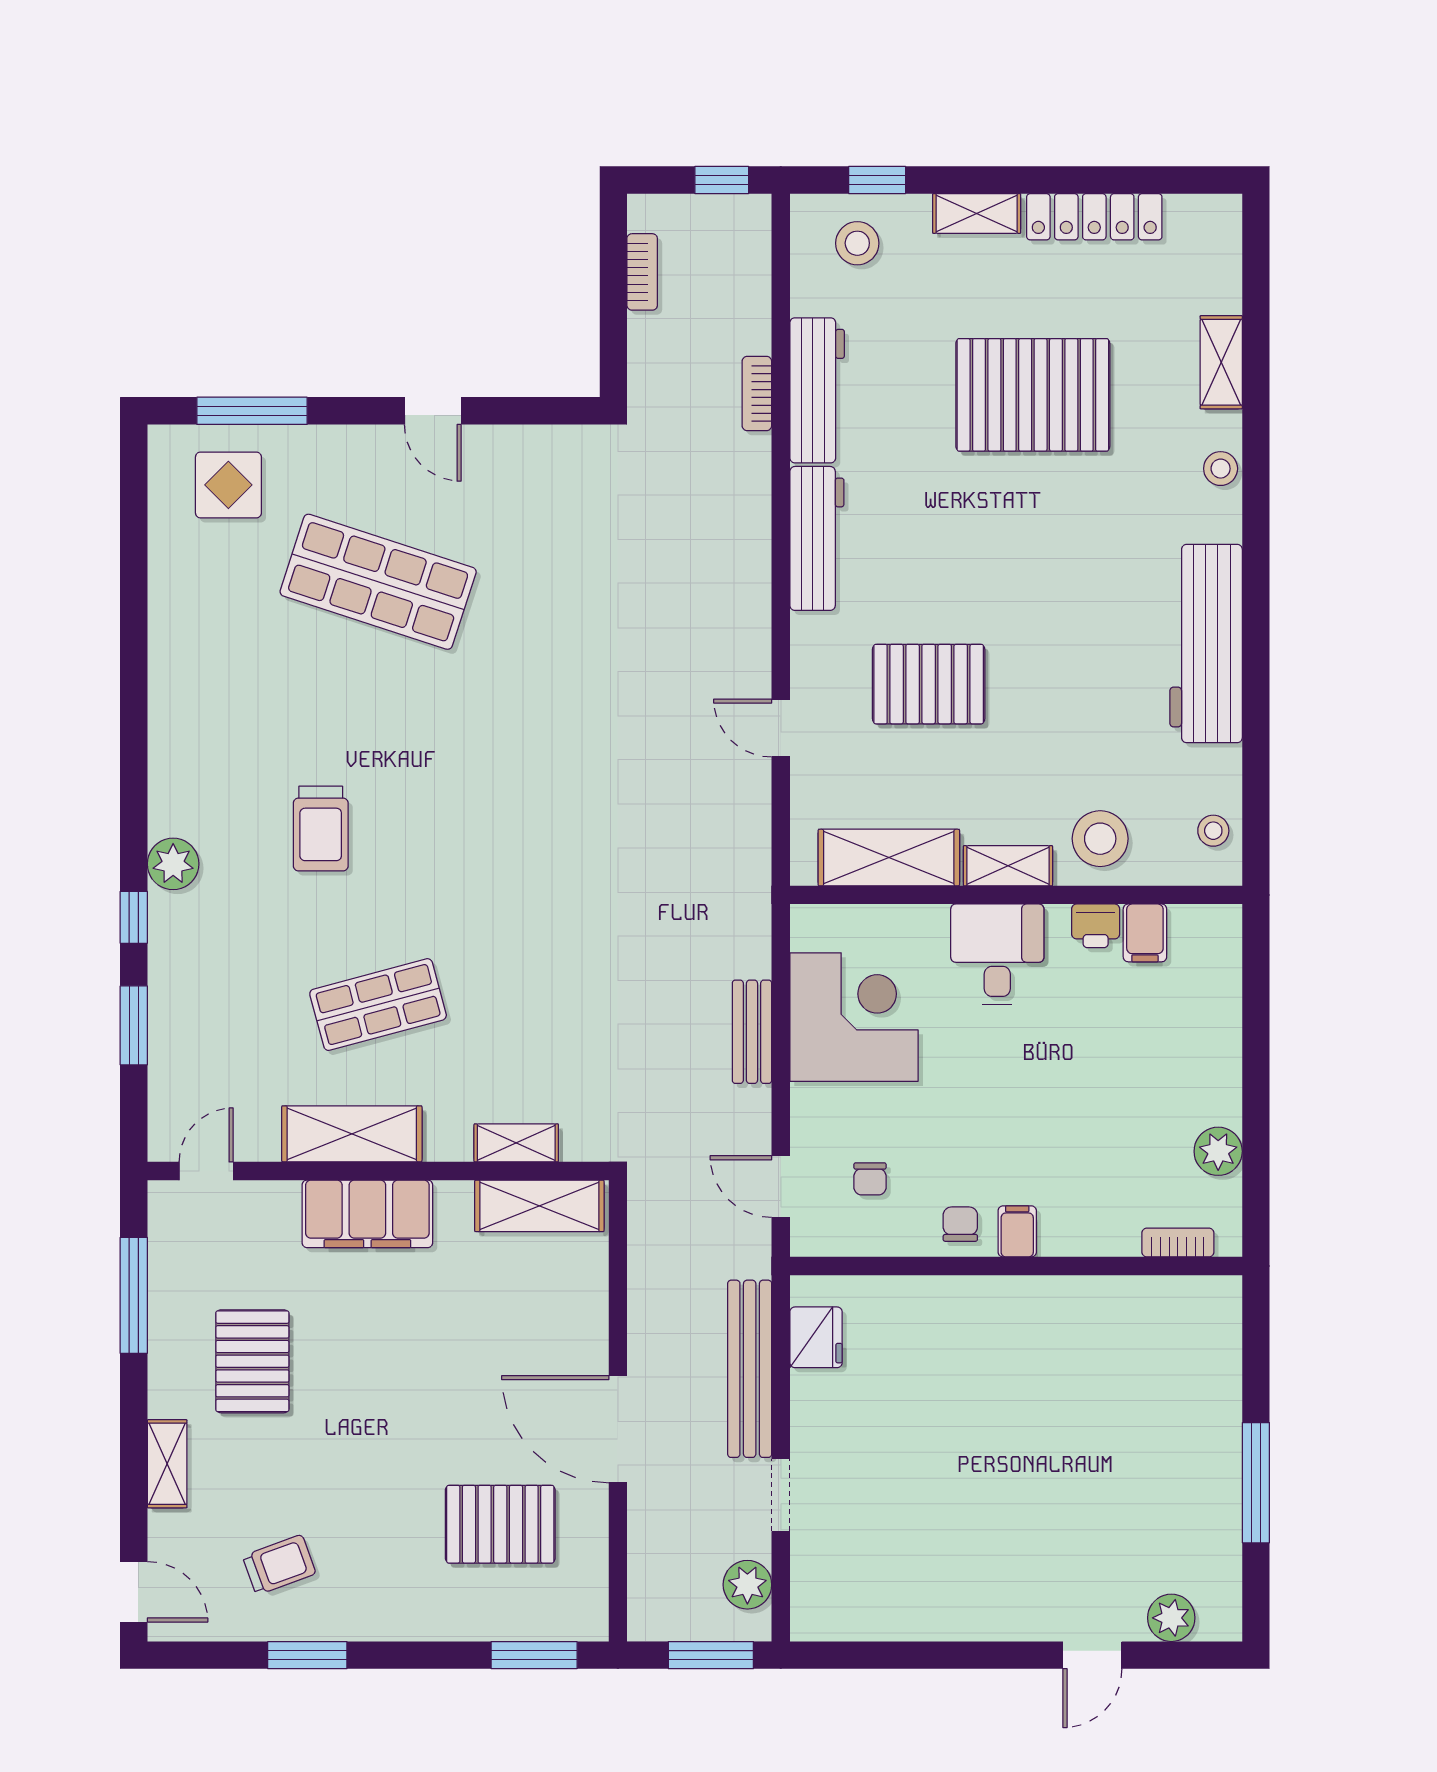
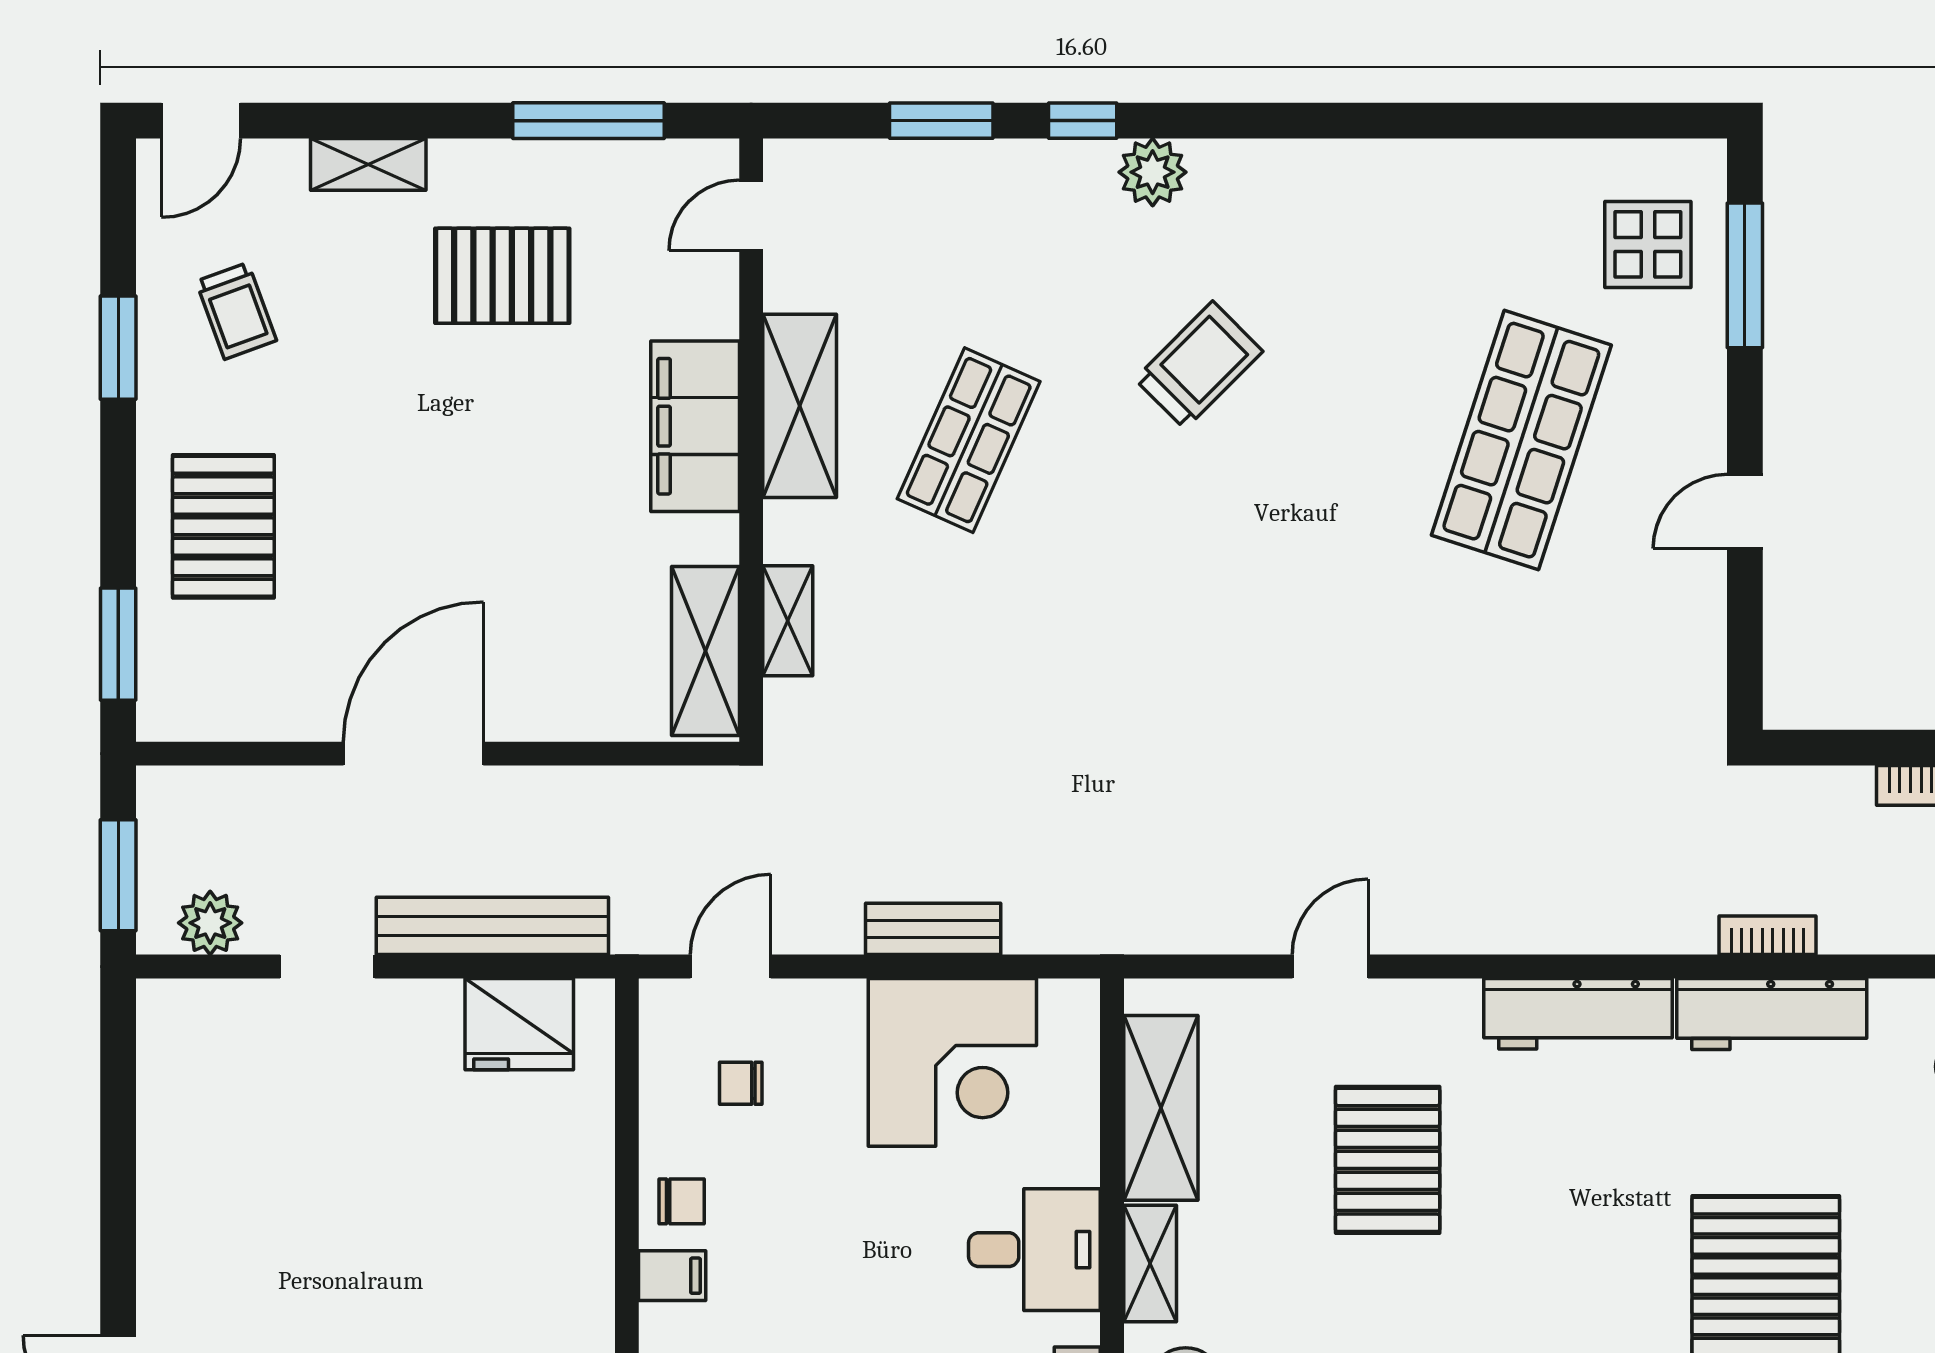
trolley: (321, 829) -> (1199, 365), turned 135
shop shelf: (378, 1005) -> (969, 440), turned 39
door: (206, 1171) -> (751, 215), swing flipped
fridge: (816, 1337) -> (519, 1024), width x1.36, depth x1.34
pallet: (500, 1524) -> (223, 526), moved

